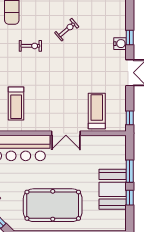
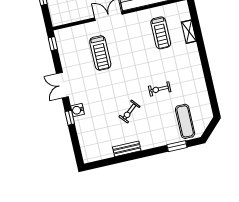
treadmill: (16, 103) -> (161, 33), turned 180
treadmill: (97, 111) -> (100, 53), moved

